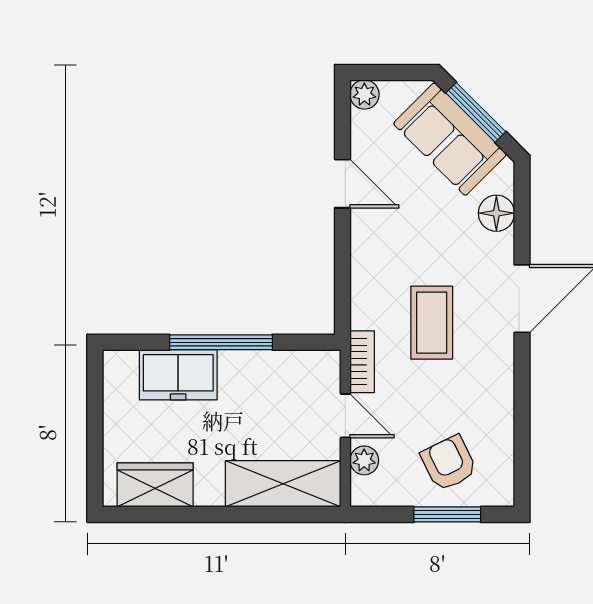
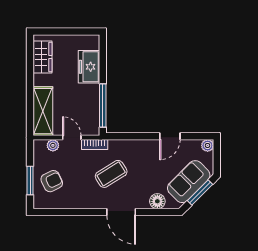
coffee table: (432, 323) -> (111, 174), turned -32
window: (221, 342) -> (103, 105), moved
door: (345, 416) -> (72, 137), swing flipped

